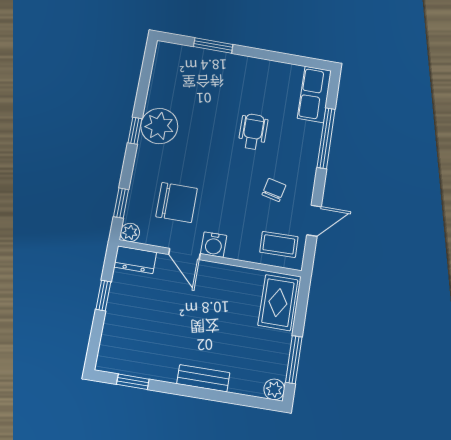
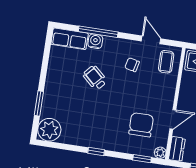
plant: (159, 126) -> (49, 130), moved
wheelchair: (253, 132) -> (95, 78), turned 42
water cooler: (214, 245) -> (95, 41), moved, turned -90

